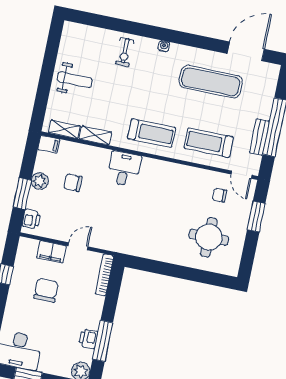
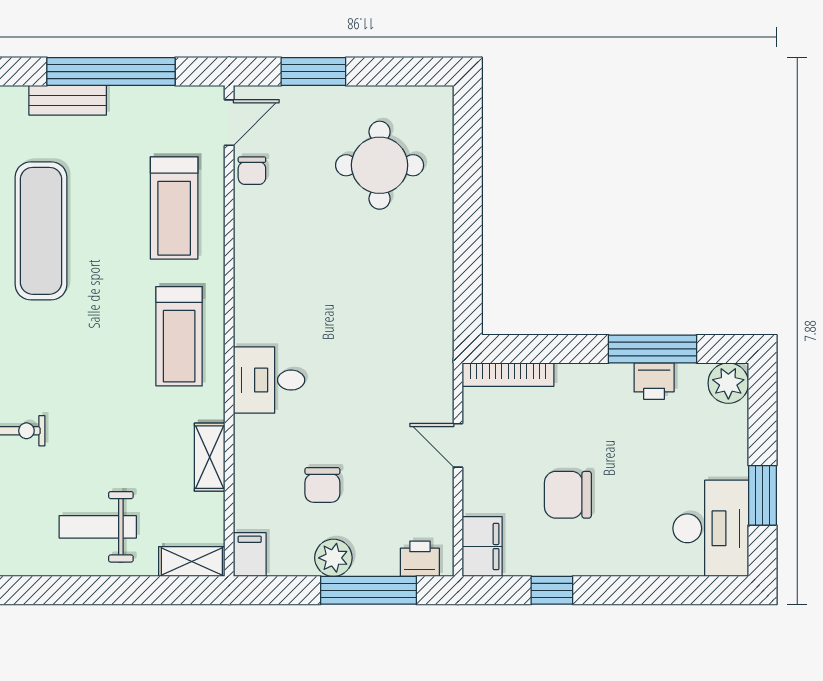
weight bench: (75, 80) -> (98, 527), turned -90
shelving: (64, 129) -> (192, 562), moved, turned 90
treadmill: (152, 133) -> (179, 336), turned 180
bench: (259, 137) -> (68, 100), moved
window: (22, 193) -> (369, 590), width x1.44
chair: (220, 195) -> (252, 171), moved
filing cabinet: (51, 252) -> (482, 547), moved

